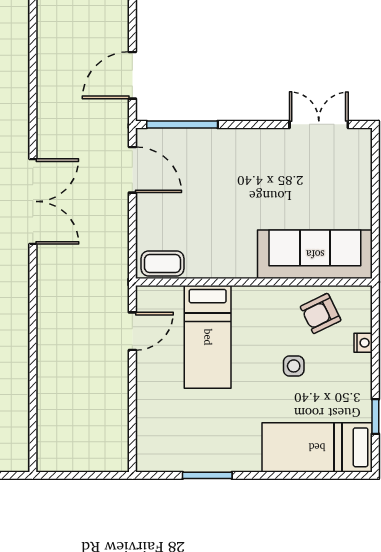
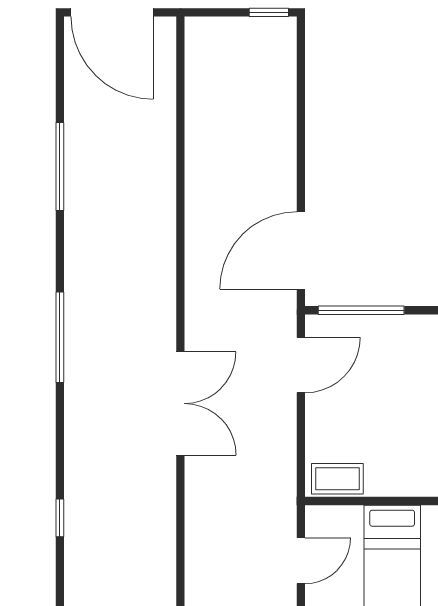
door: (132, 75) -> (301, 251), width x1.36
door: (132, 170) -> (301, 365), hinge flipped

